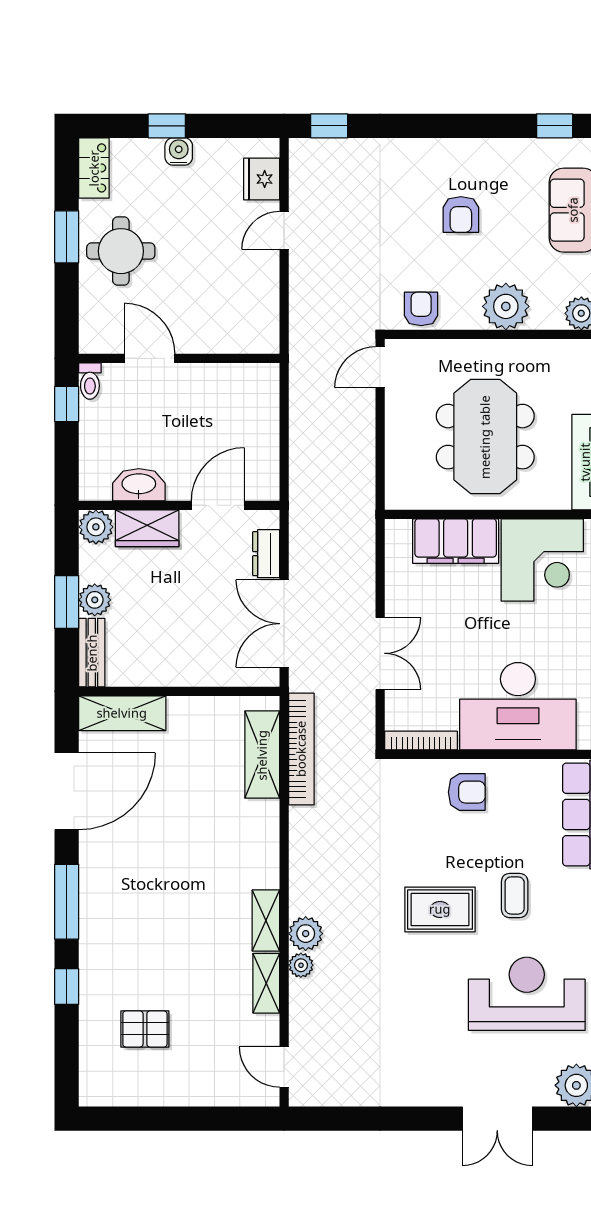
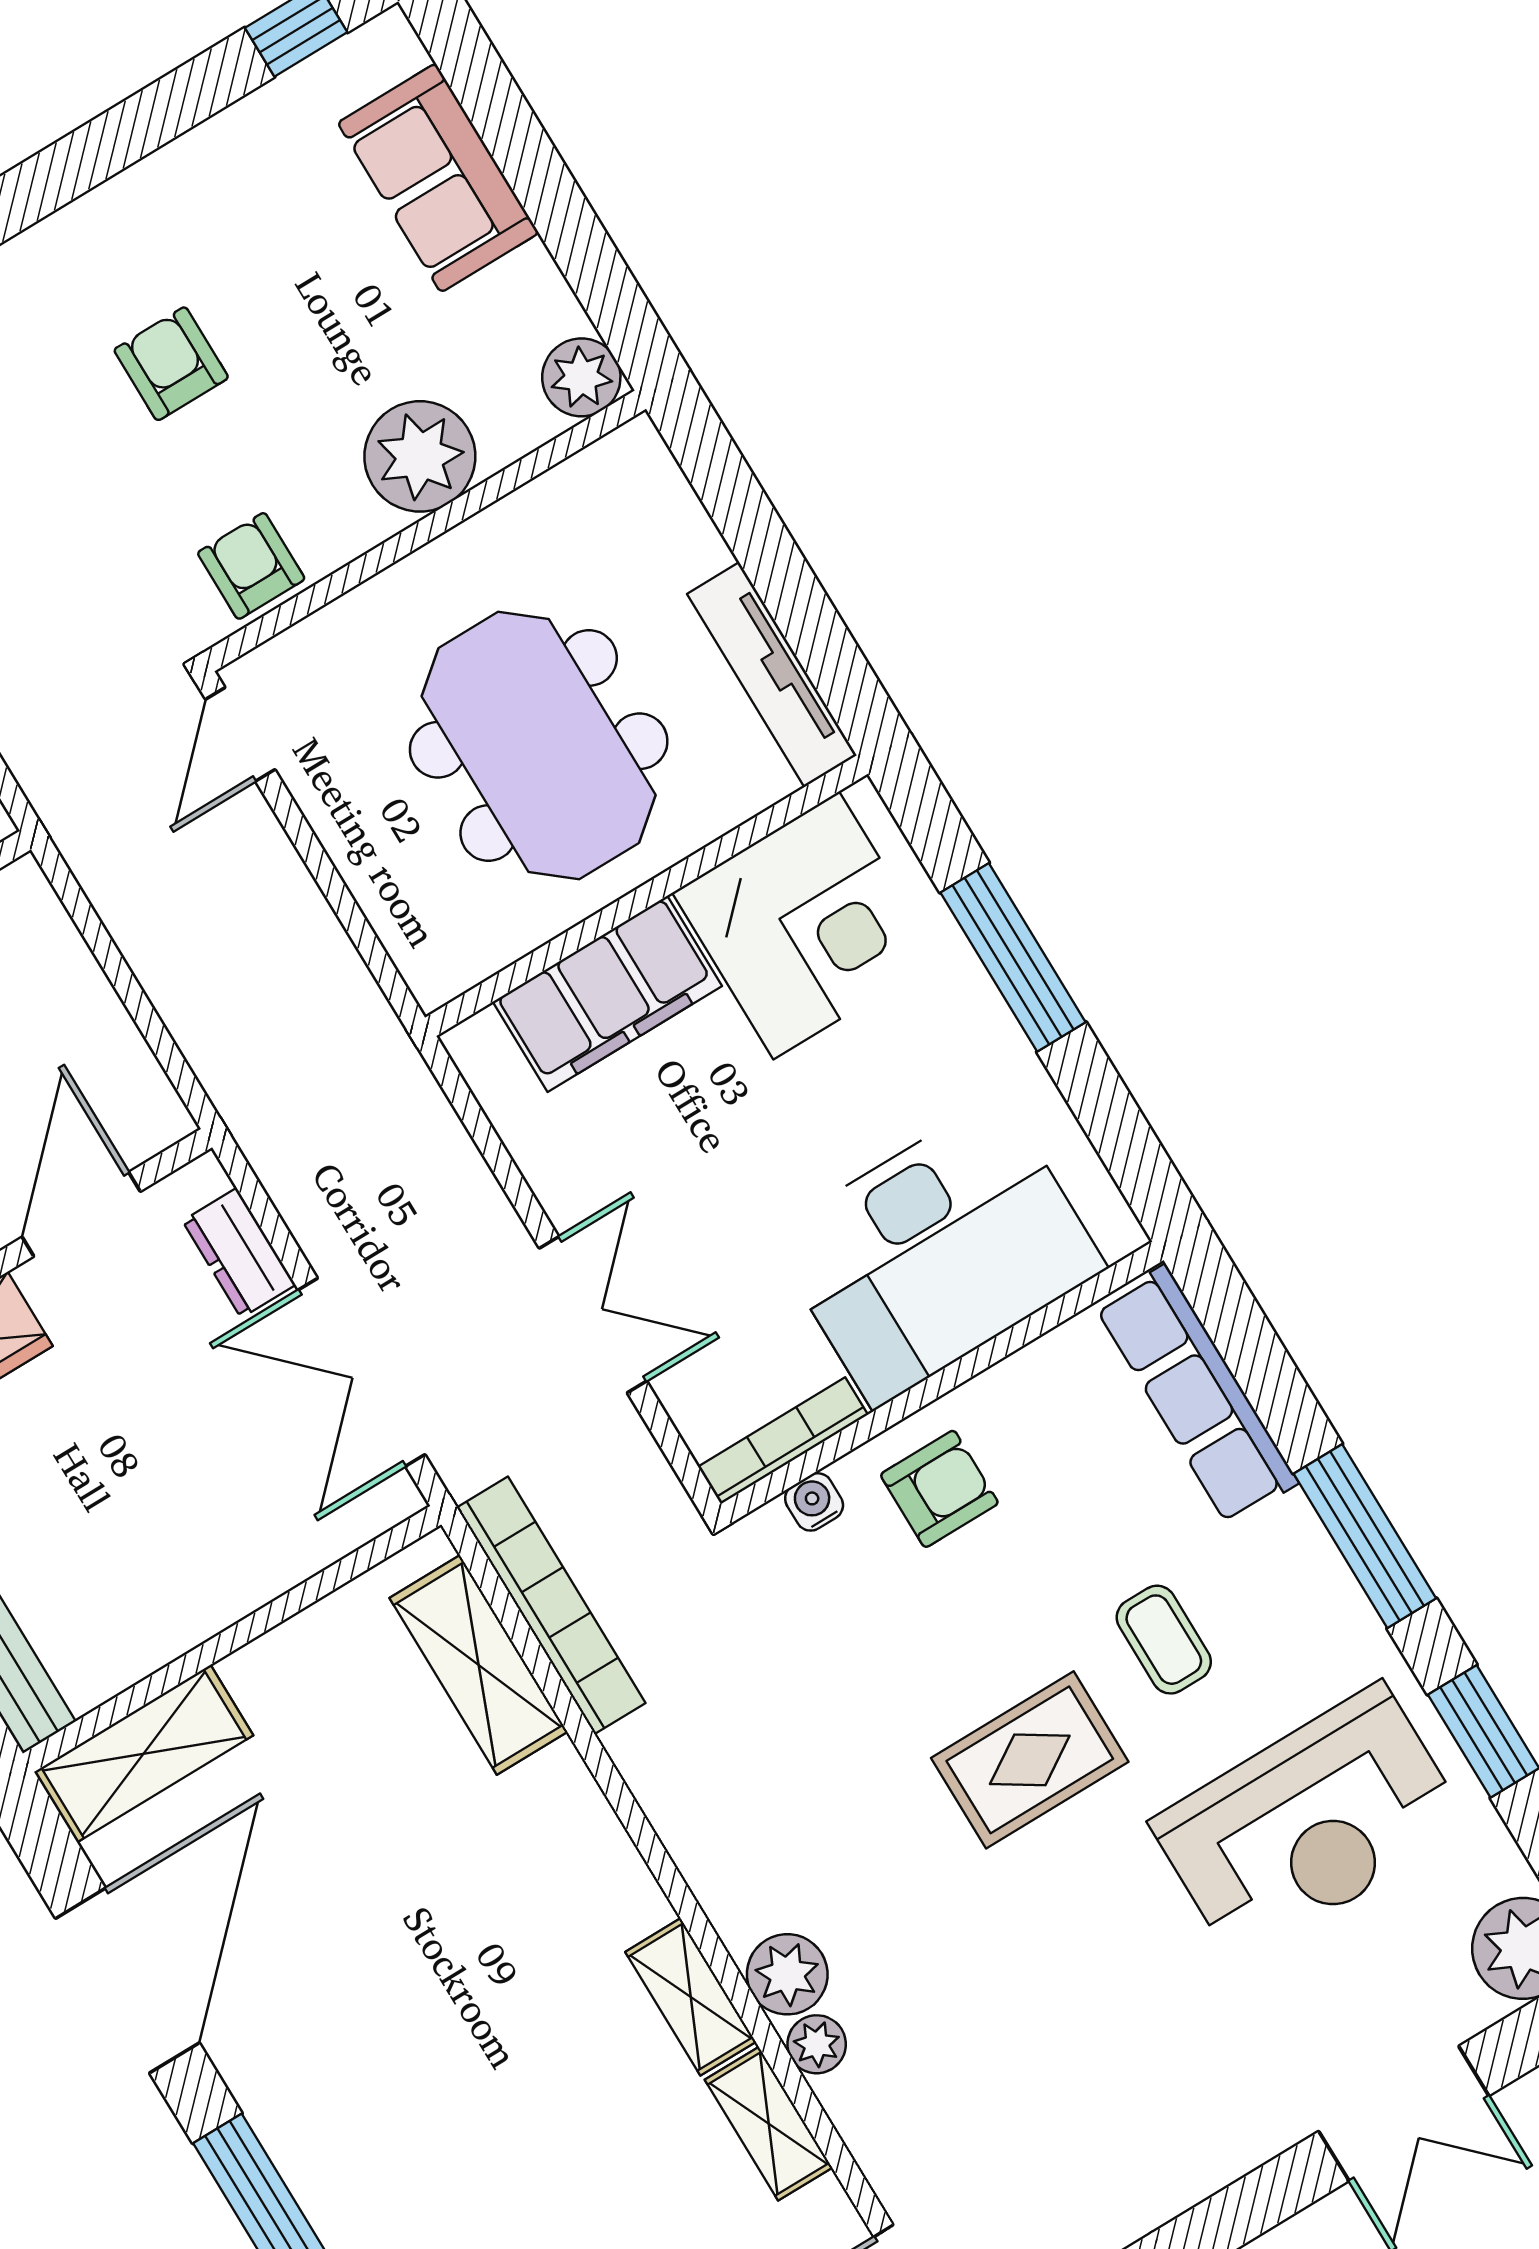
armchair: (461, 215) -> (171, 364), moved, turned 180
water cooler: (419, 769) -> (814, 1502), added
reception desk: (527, 994) -> (1310, 1824), turned 180

